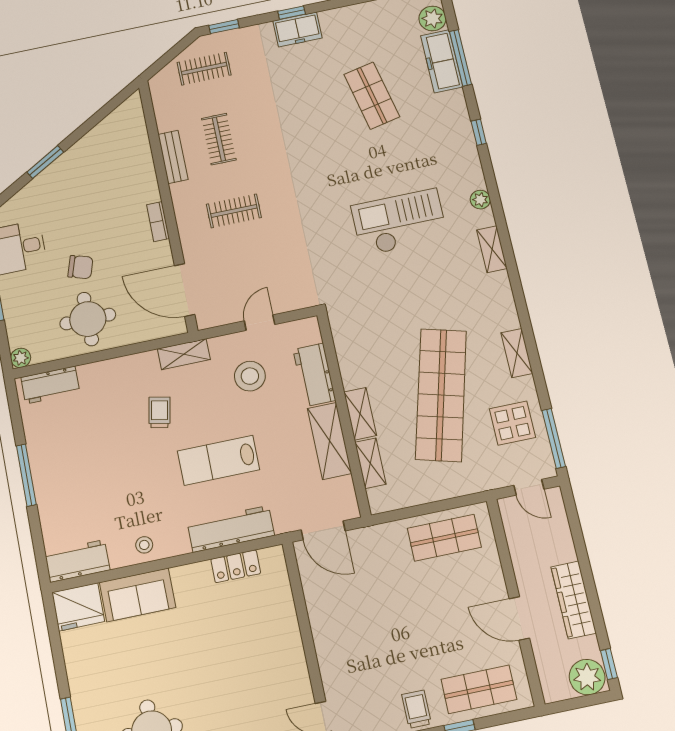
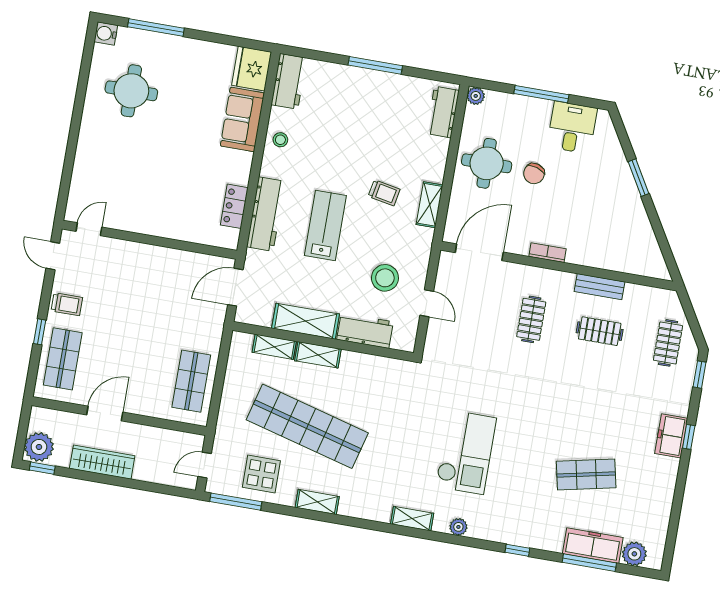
shelving: (184, 354) -> (430, 205), moved

